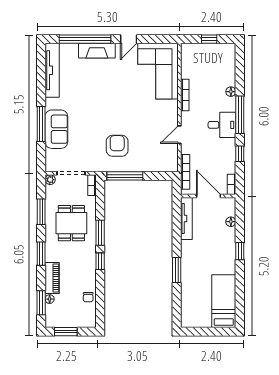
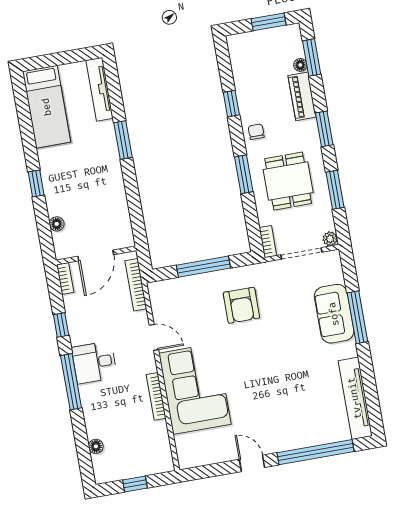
door: (129, 39) -> (252, 463), hinge flipped
fireplace: (97, 51) -> (295, 438), removed
corner sofa: (158, 71) -> (195, 389), moved
floor lamp: (231, 92) -> (96, 446), moved
door: (179, 135) -> (154, 337), hinge flipped
window: (125, 176) -> (203, 267), moved
door: (208, 196) -> (96, 255), hinge flipped
tv unit: (186, 218) -> (99, 89), moved
window: (100, 261) -> (231, 104), moved
chair: (88, 297) -> (256, 132), moved

